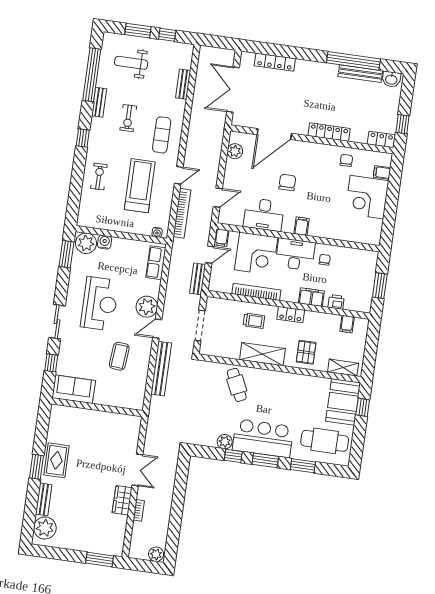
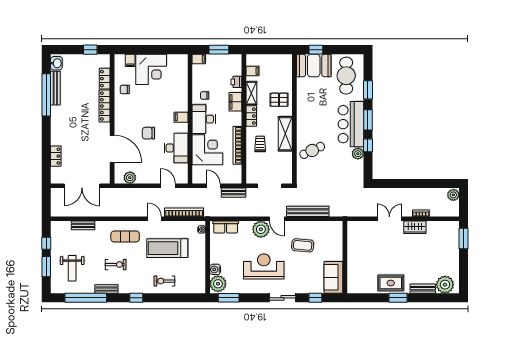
locker: (275, 62) -> (56, 156), width x0.66
locker: (381, 140) -> (105, 79), moved
filing cabinet: (222, 238) -> (199, 59), moved
shelving: (343, 368) -> (251, 93), moved

